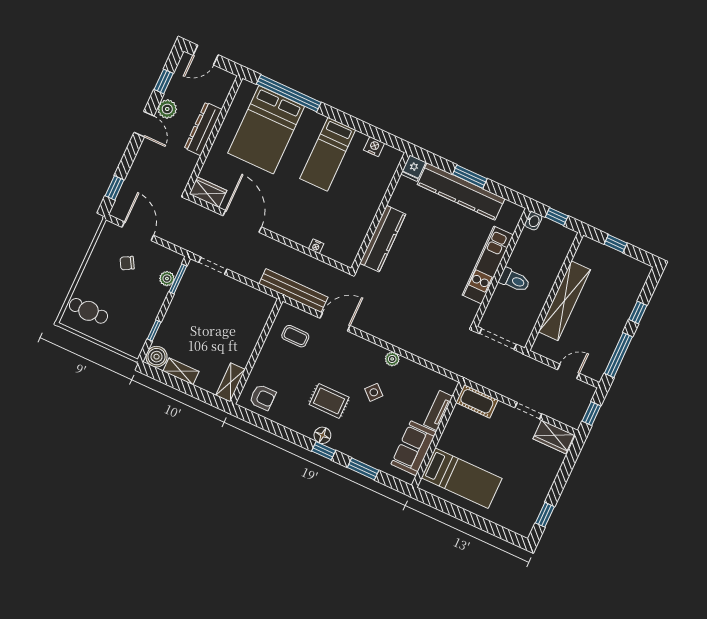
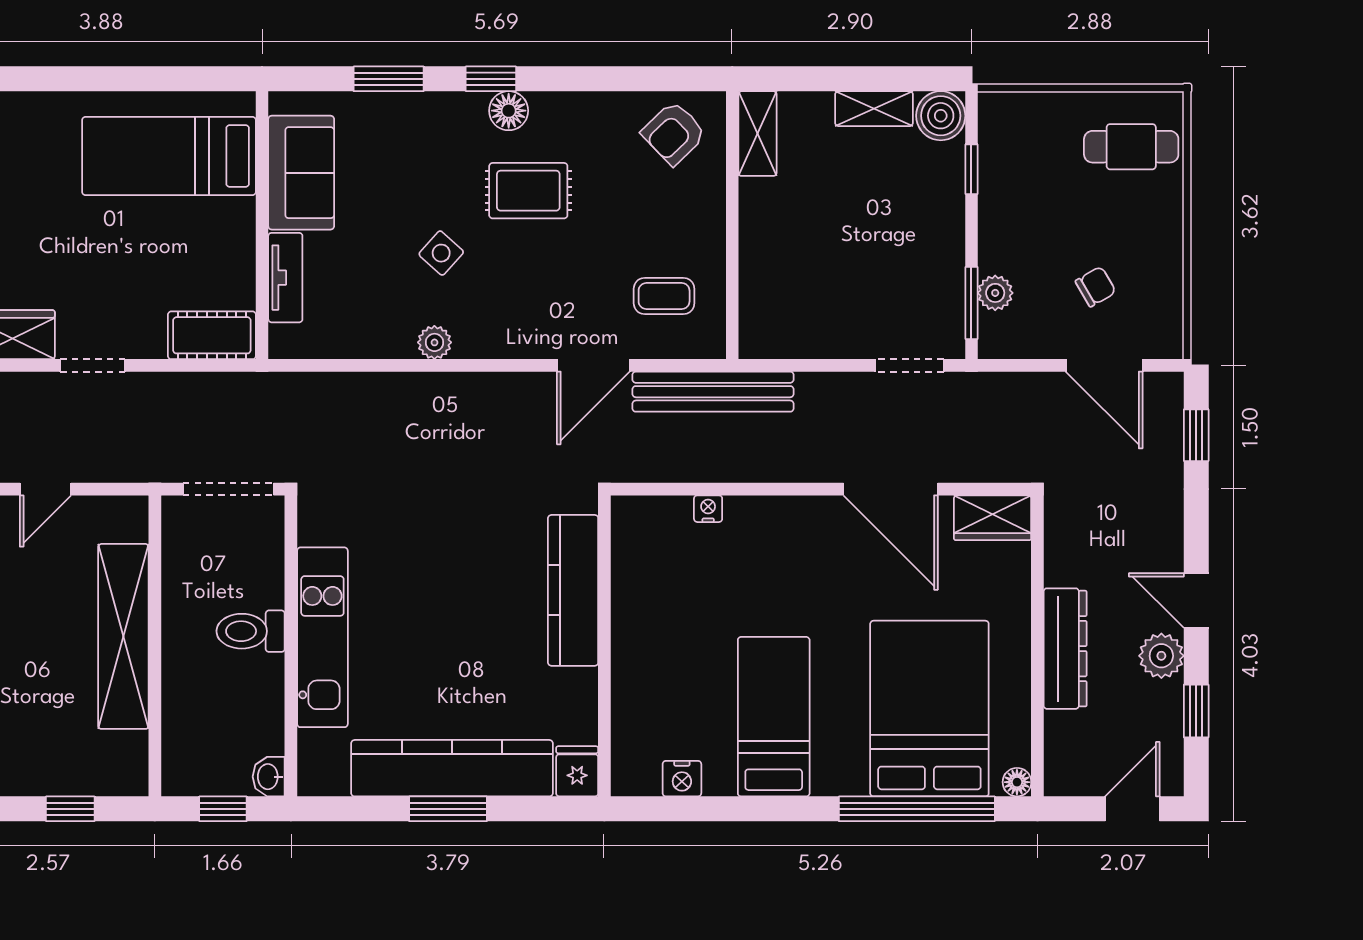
floor lamp: (245, 86) -> (1017, 782), added
armchair: (263, 397) -> (674, 133), turned -44

